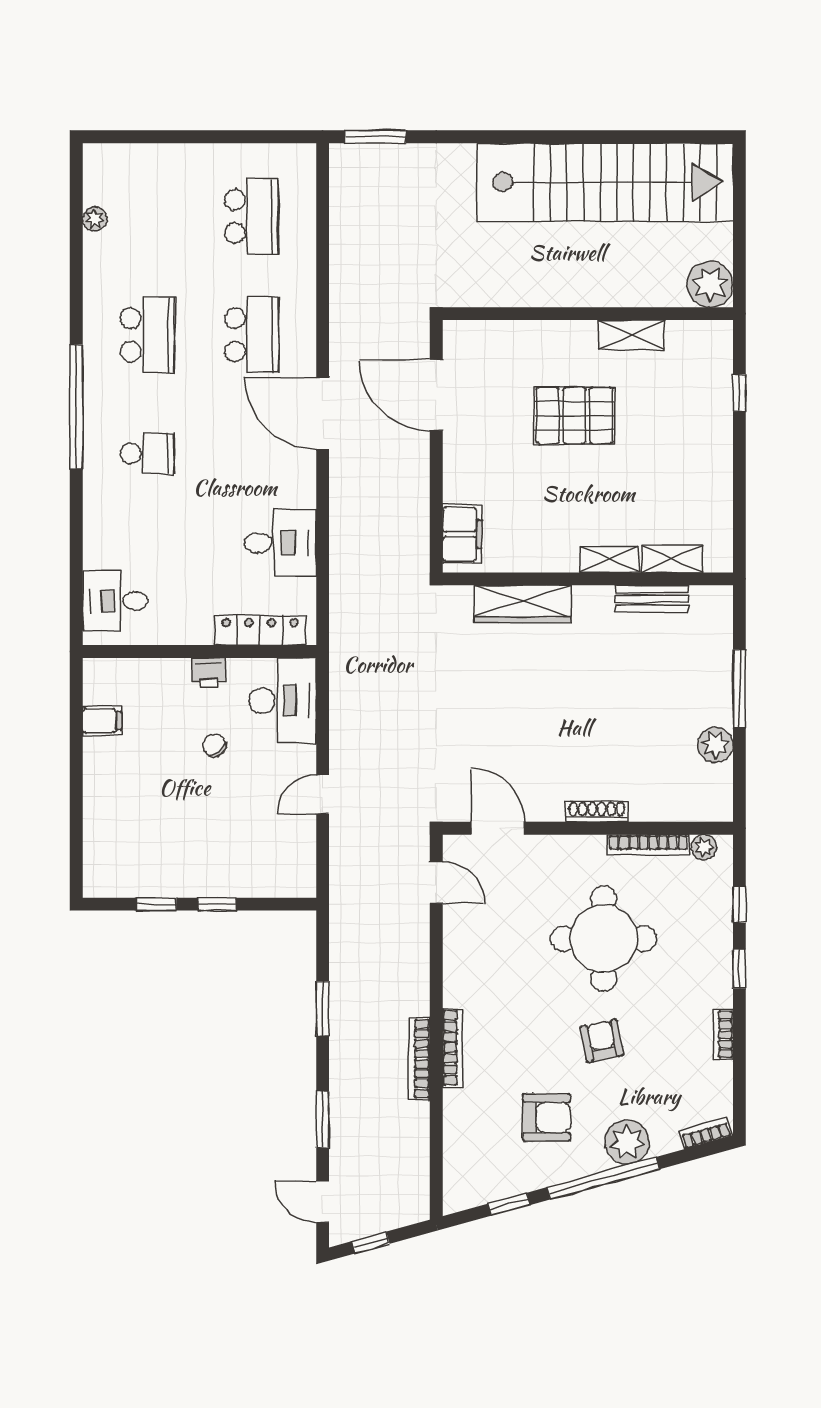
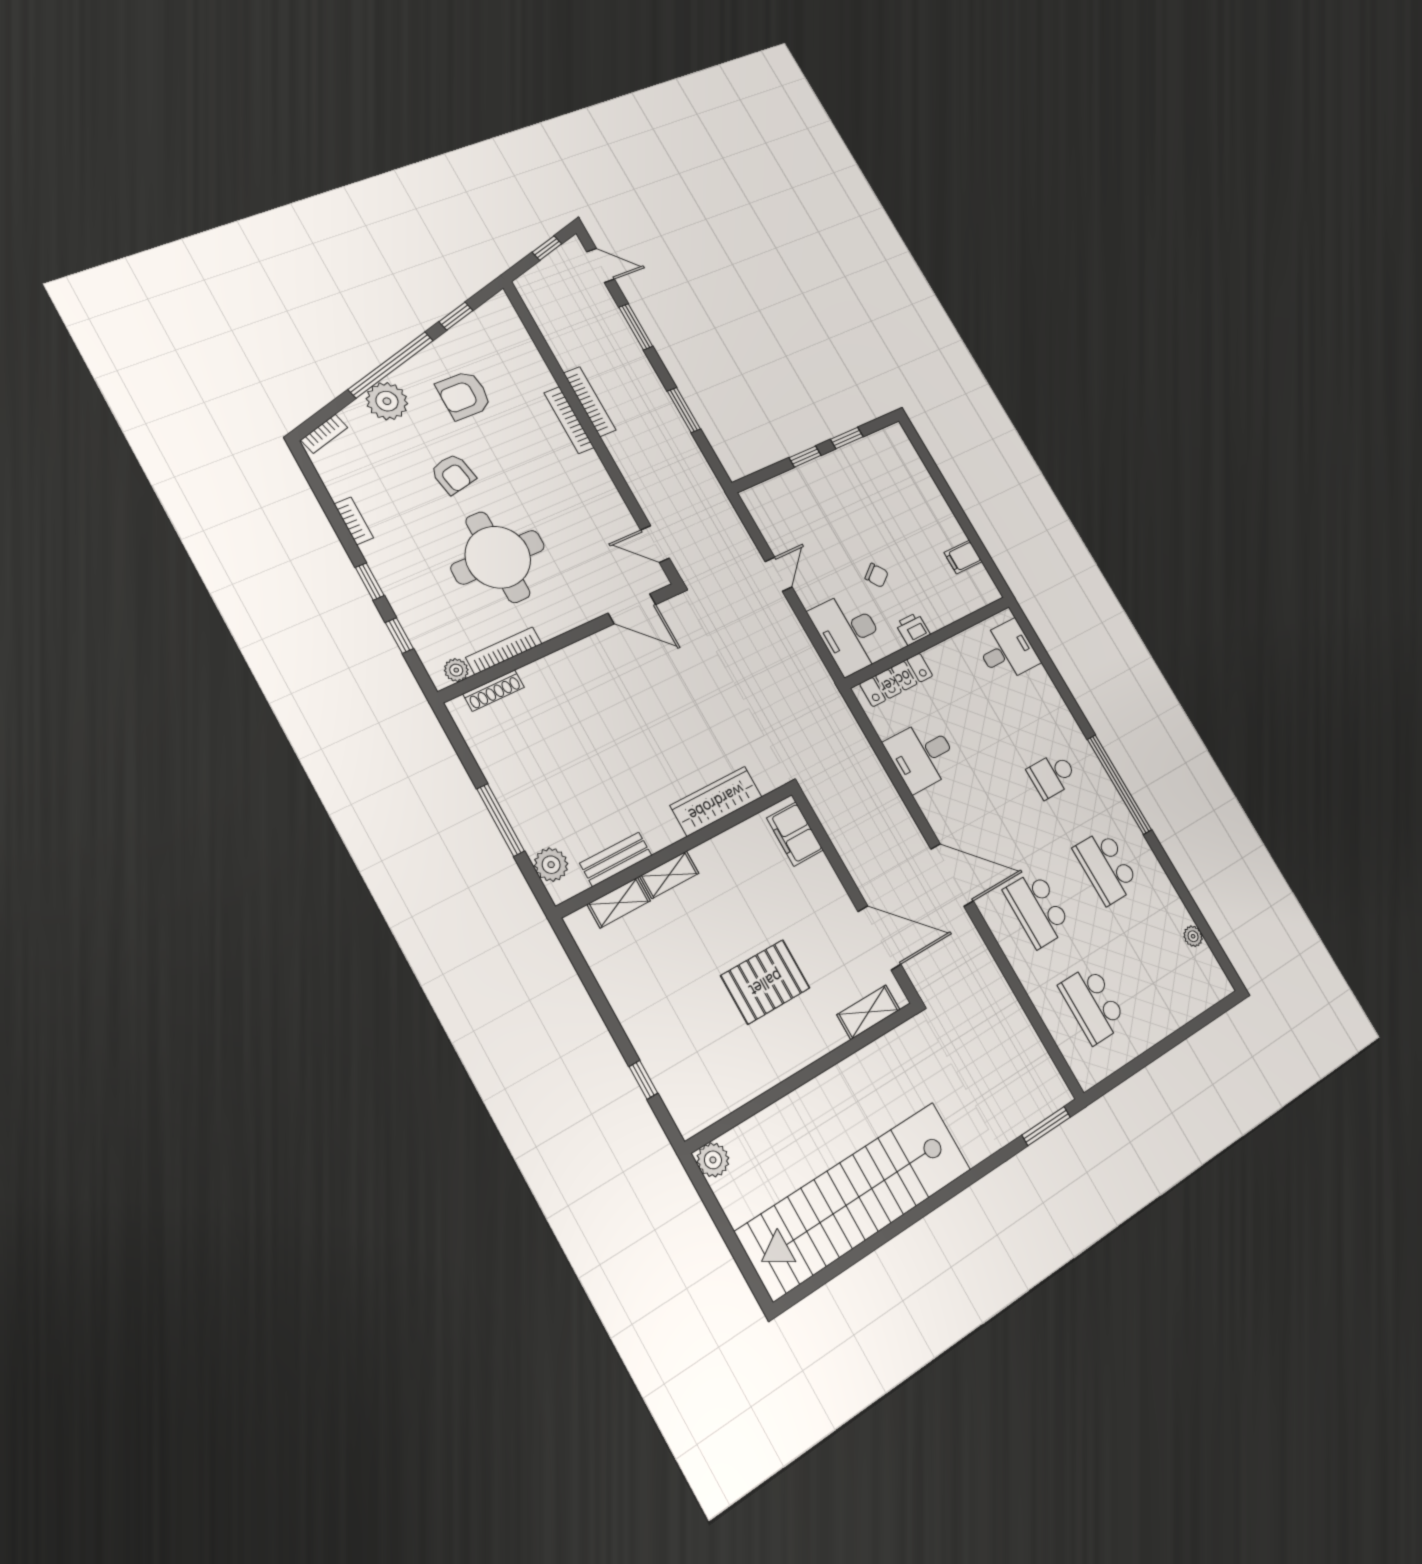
plant: (710, 284) -> (713, 1160), width x0.73, depth x0.73
shelving: (632, 335) -> (868, 1012), moved
plant: (715, 745) -> (551, 865), moved
shoe rack: (597, 811) -> (494, 691), moved

